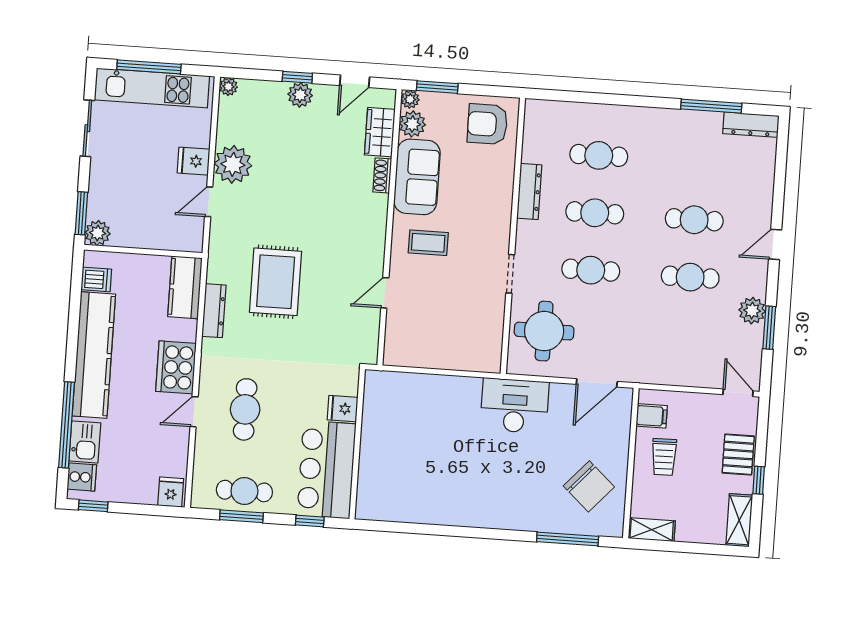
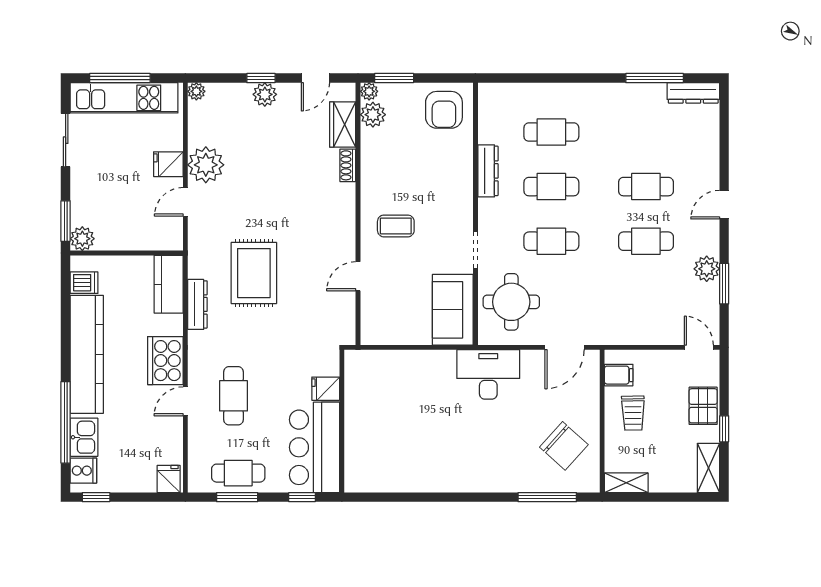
armchair: (487, 124) -> (444, 110), turned -90
sofa: (417, 177) -> (453, 310), moved, turned 180

